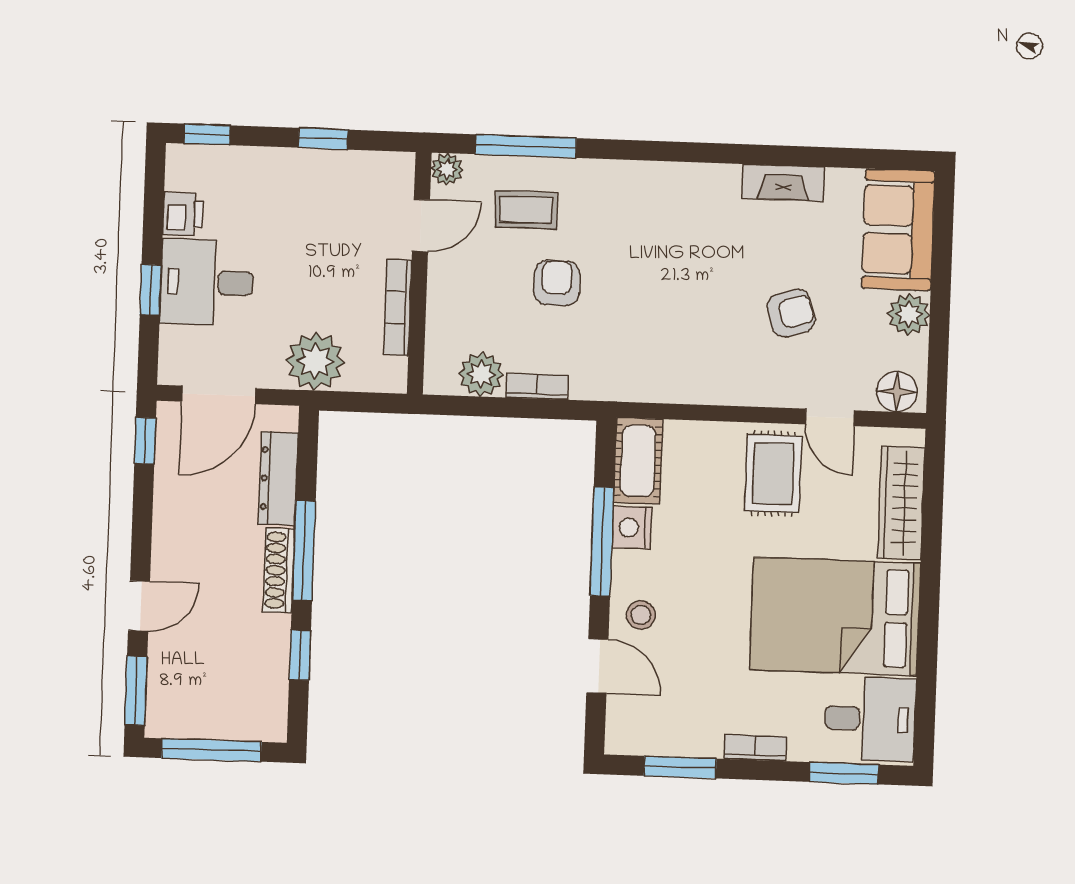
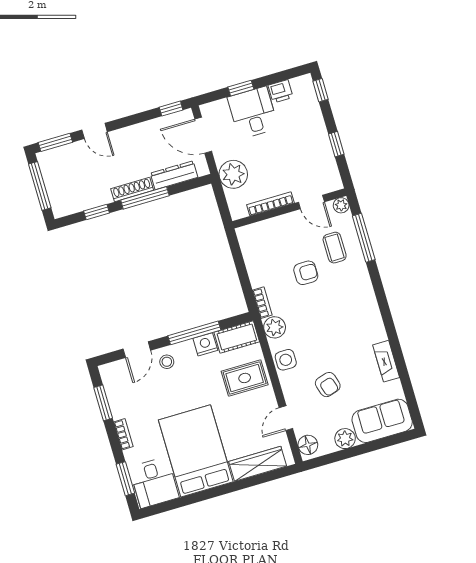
plant: (481, 374) -> (275, 327), moved
side table: (715, 380) -> (286, 360), added
bookcase: (537, 386) -> (262, 303), moved
rug: (773, 474) -> (245, 378), moved

